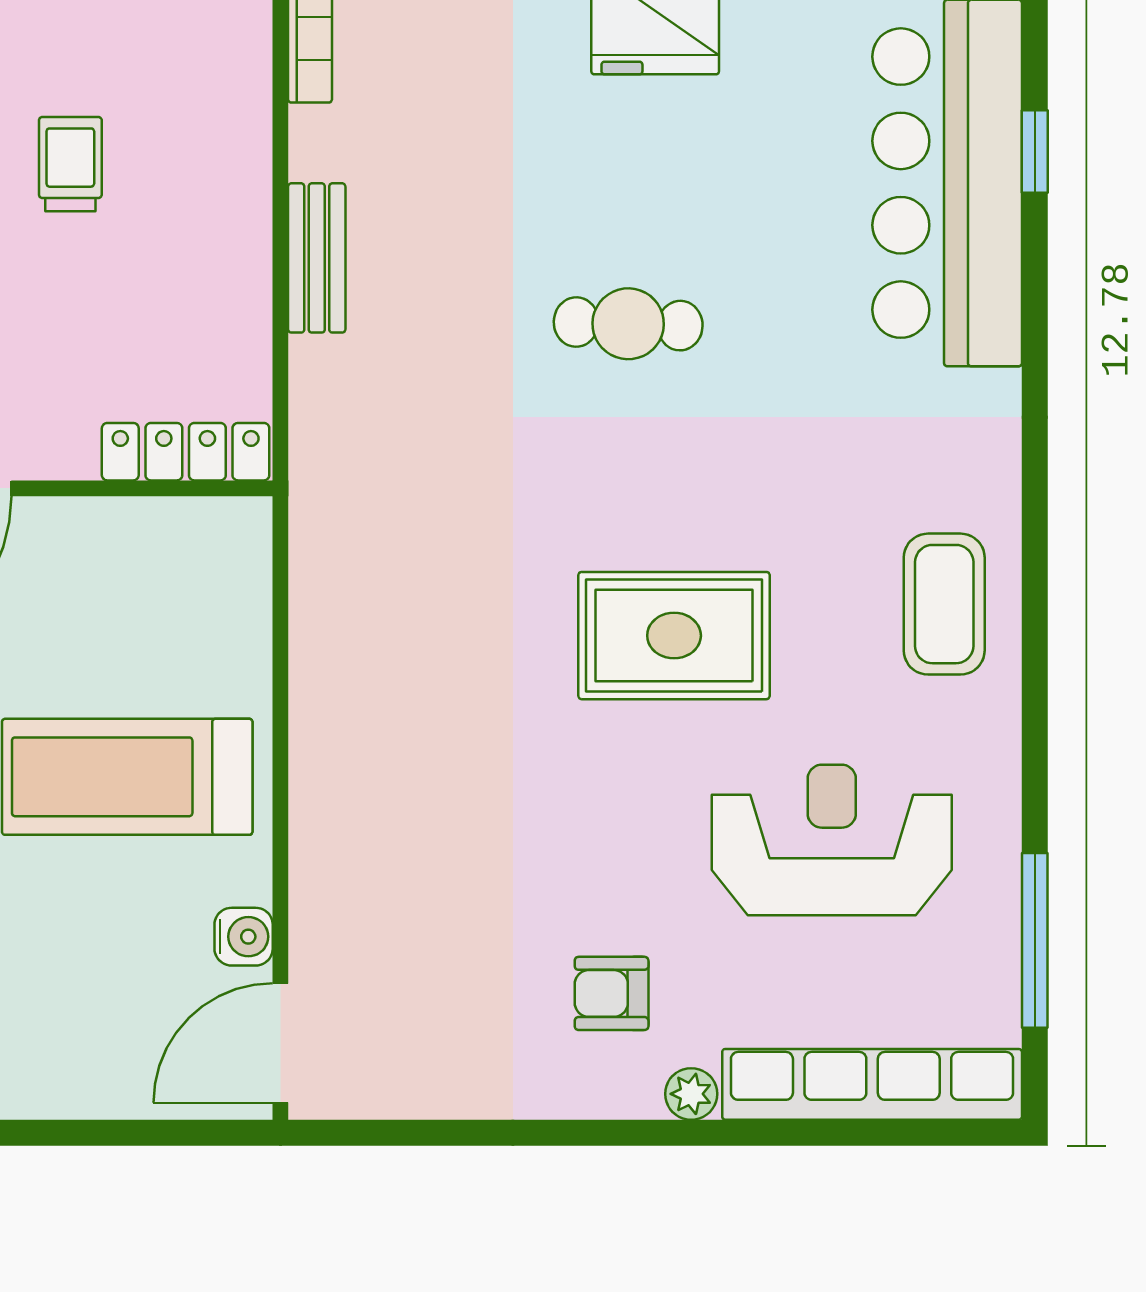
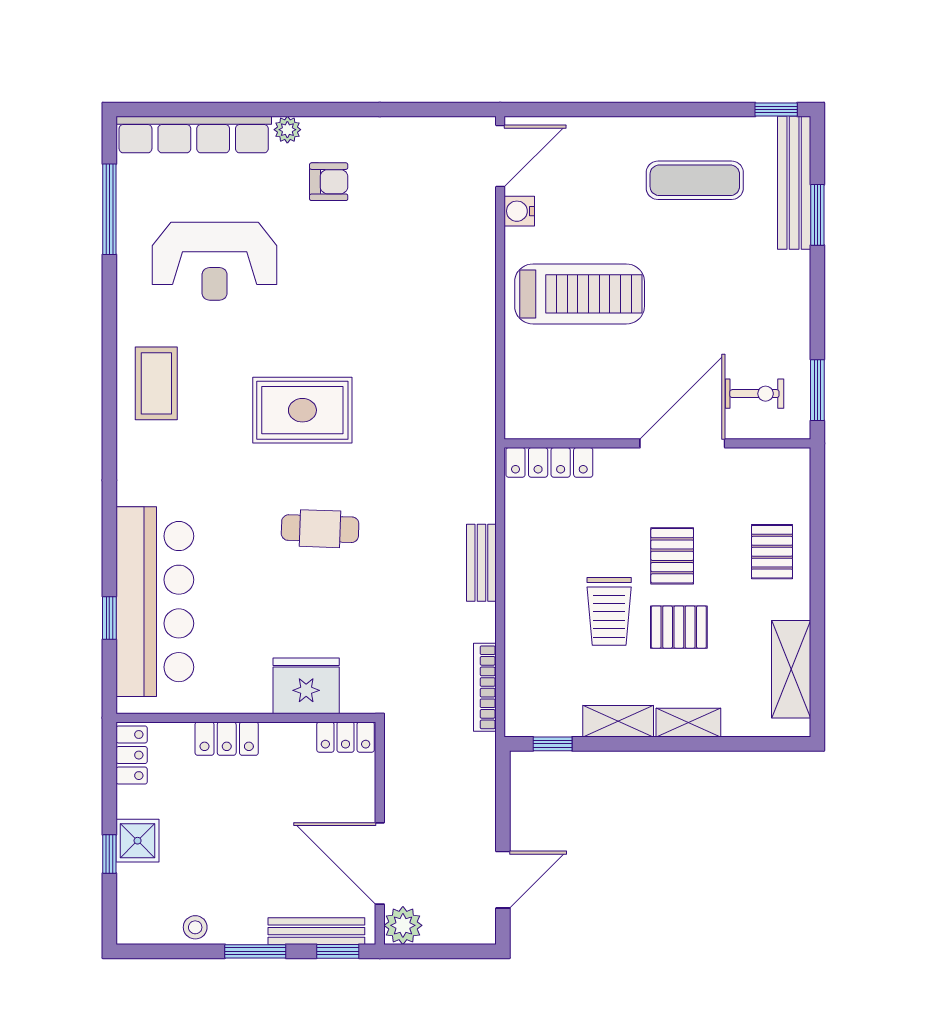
trolley: (70, 164) -> (609, 611), width x1.36, depth x1.39
rug: (674, 636) -> (302, 410), moved

